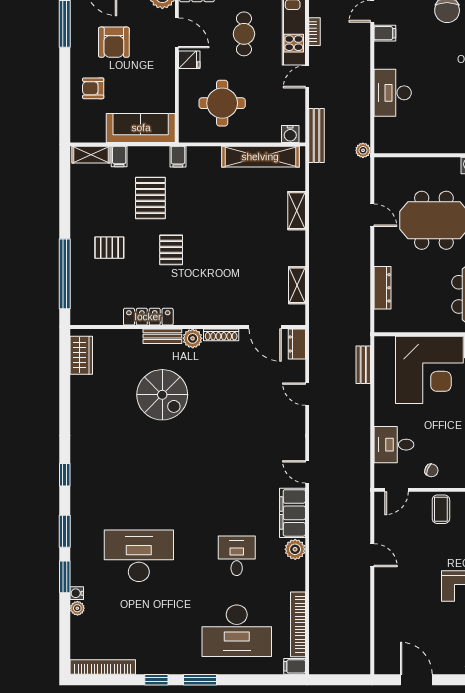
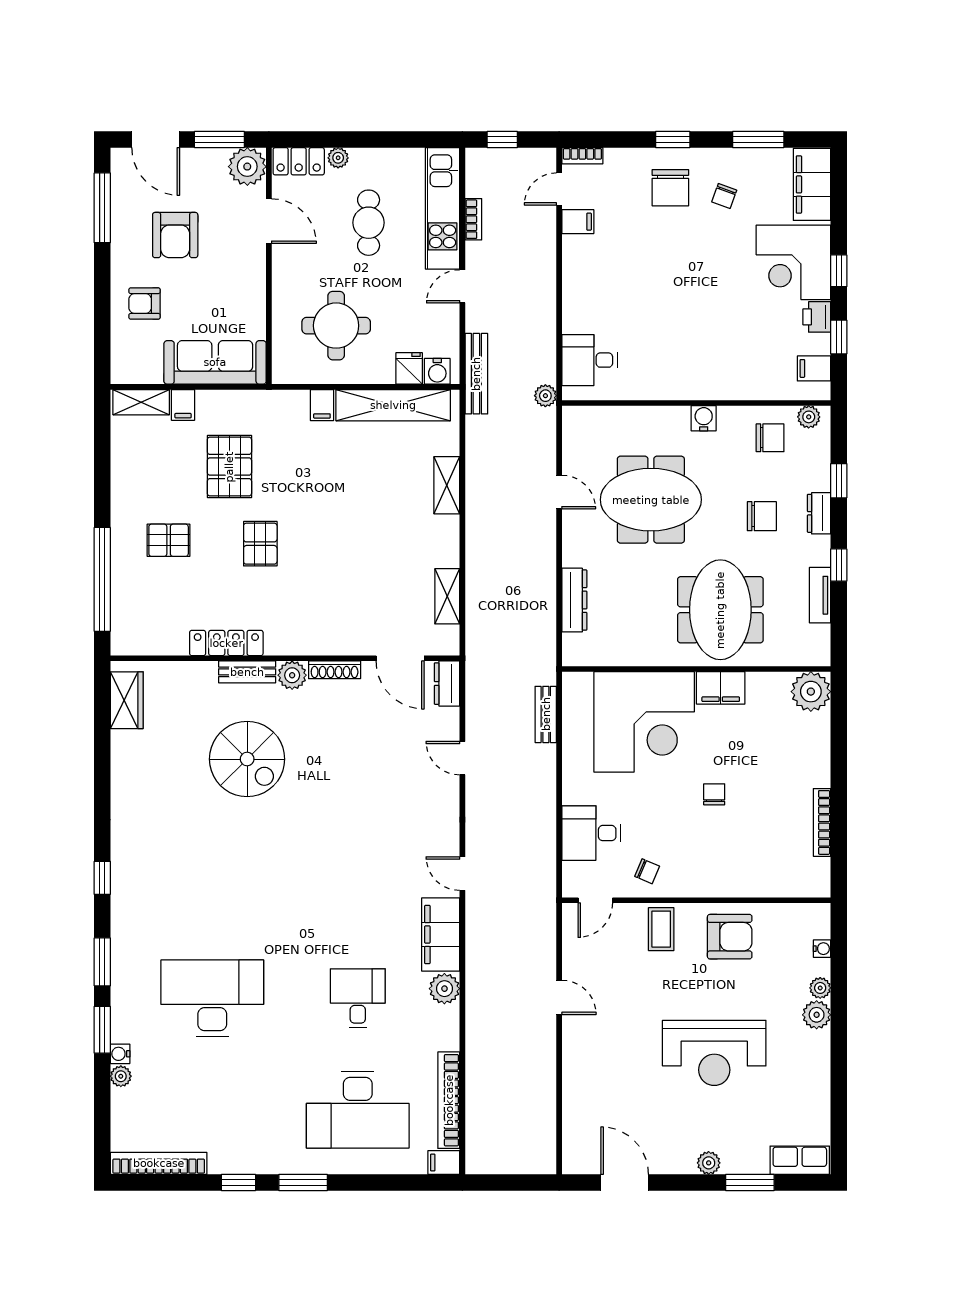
fridge: (189, 60) -> (409, 368), moved, turned -90
desk: (393, 93) -> (589, 360), moved, width x0.73
filing cabinet: (178, 157) -> (322, 405), moved

